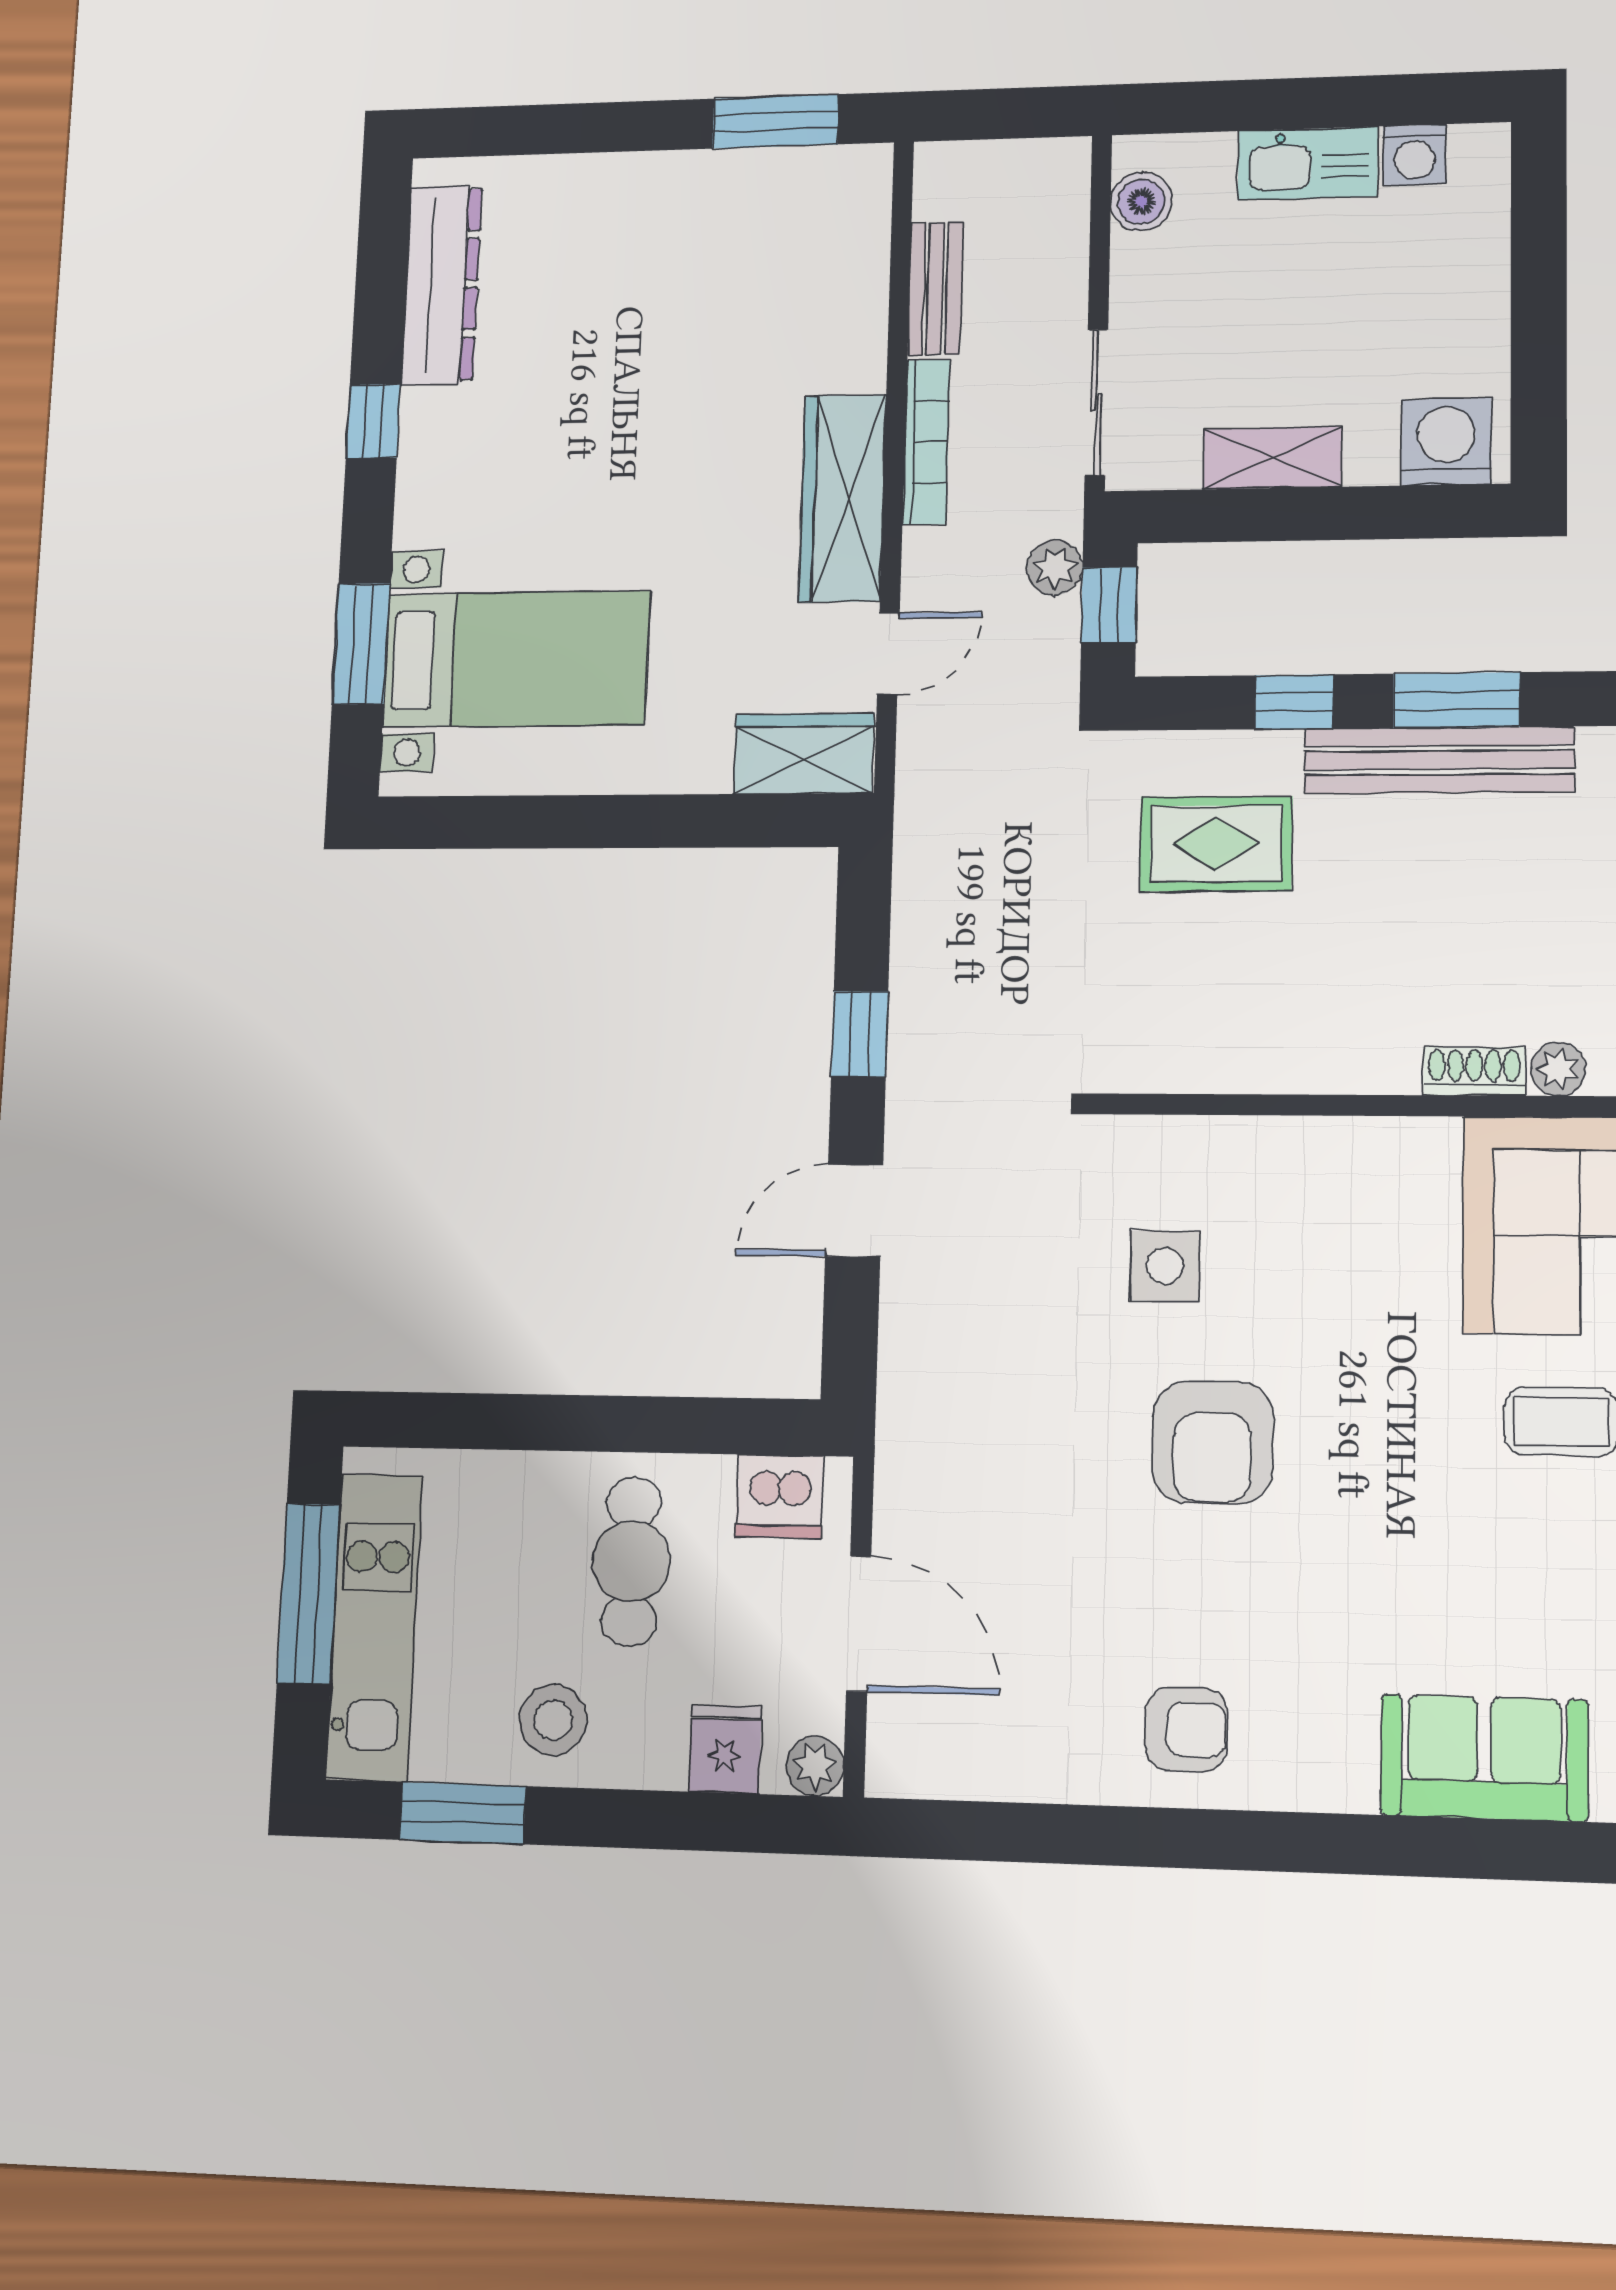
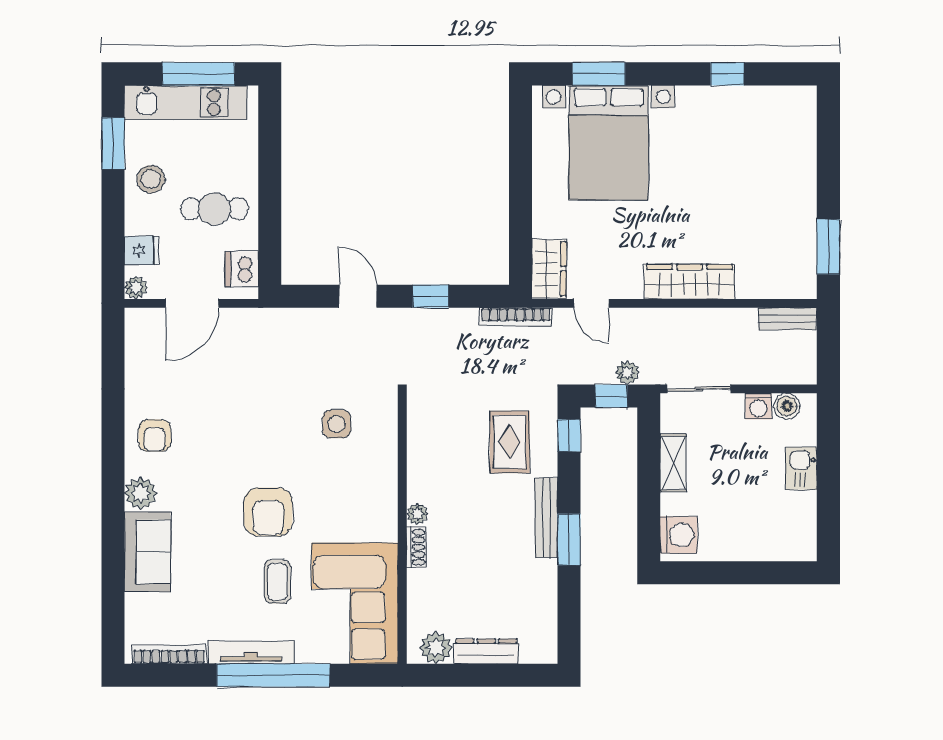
washing machine: (1415, 155) -> (758, 406), moved, turned -90
kitchen sink: (1308, 164) -> (802, 468), width x0.73
dresser: (442, 285) -> (759, 101), removed
bench: (935, 289) -> (788, 319), moved
window: (373, 421) -> (727, 74), moved
bookcase: (926, 442) -> (516, 317), moved
wardrobe: (842, 498) -> (689, 282), moved
bed with nightstands: (516, 659) -> (609, 143), width x1.36
window: (1294, 702) -> (569, 435), moved
bench: (1439, 760) -> (546, 518), width x0.73, depth x0.82
plant: (1558, 1069) -> (417, 514), moved
armchair: (1212, 1442) -> (268, 512), moved, turned -90
plant: (1333, 1771) -> (141, 493), added

